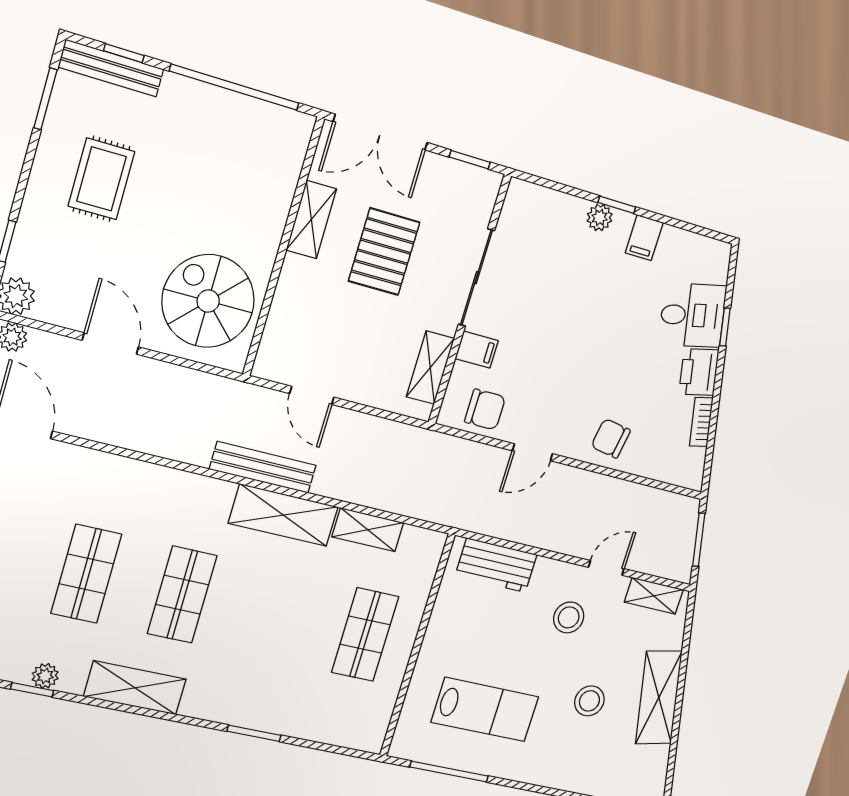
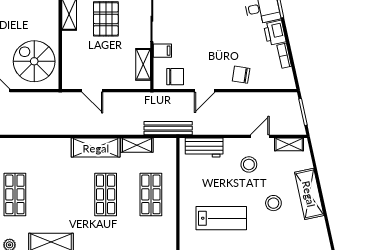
bench: (263, 467) -> (168, 128), moved
shop shelf: (182, 595) -> (106, 194), moved

